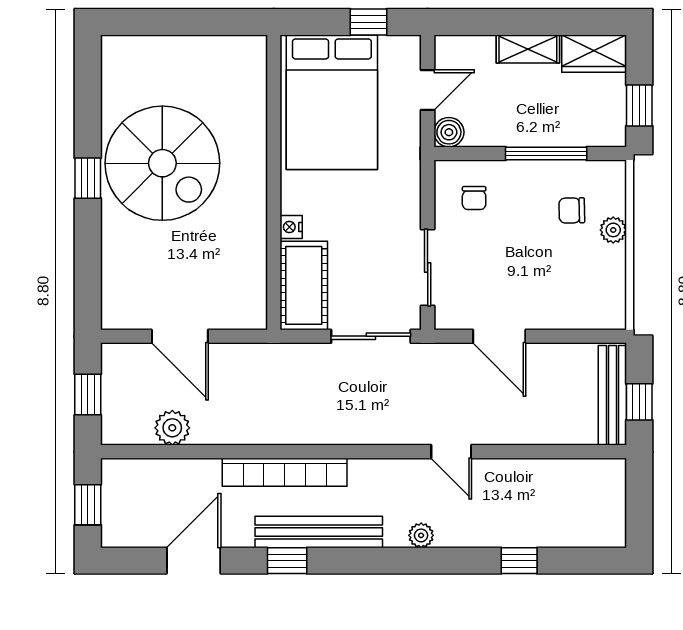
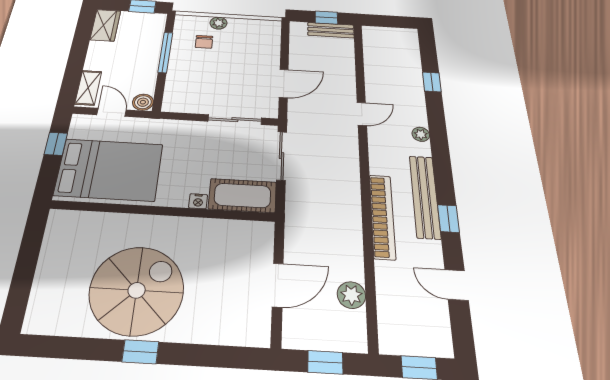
shelving: (528, 49) -> (88, 88), moved
chair: (474, 198) -> (190, 91), removed
bench: (612, 395) -> (331, 30), width x0.73
door: (194, 561) -> (456, 285), width x0.73

